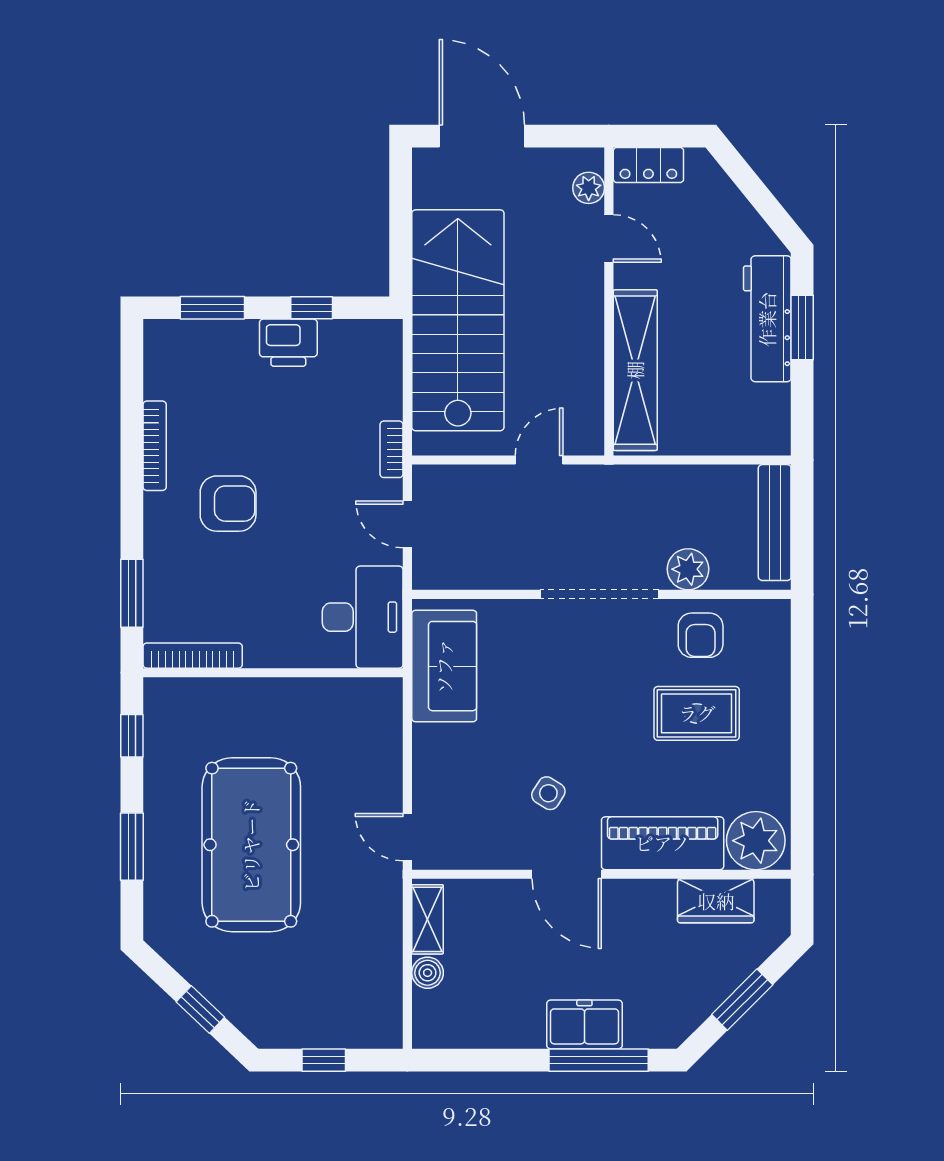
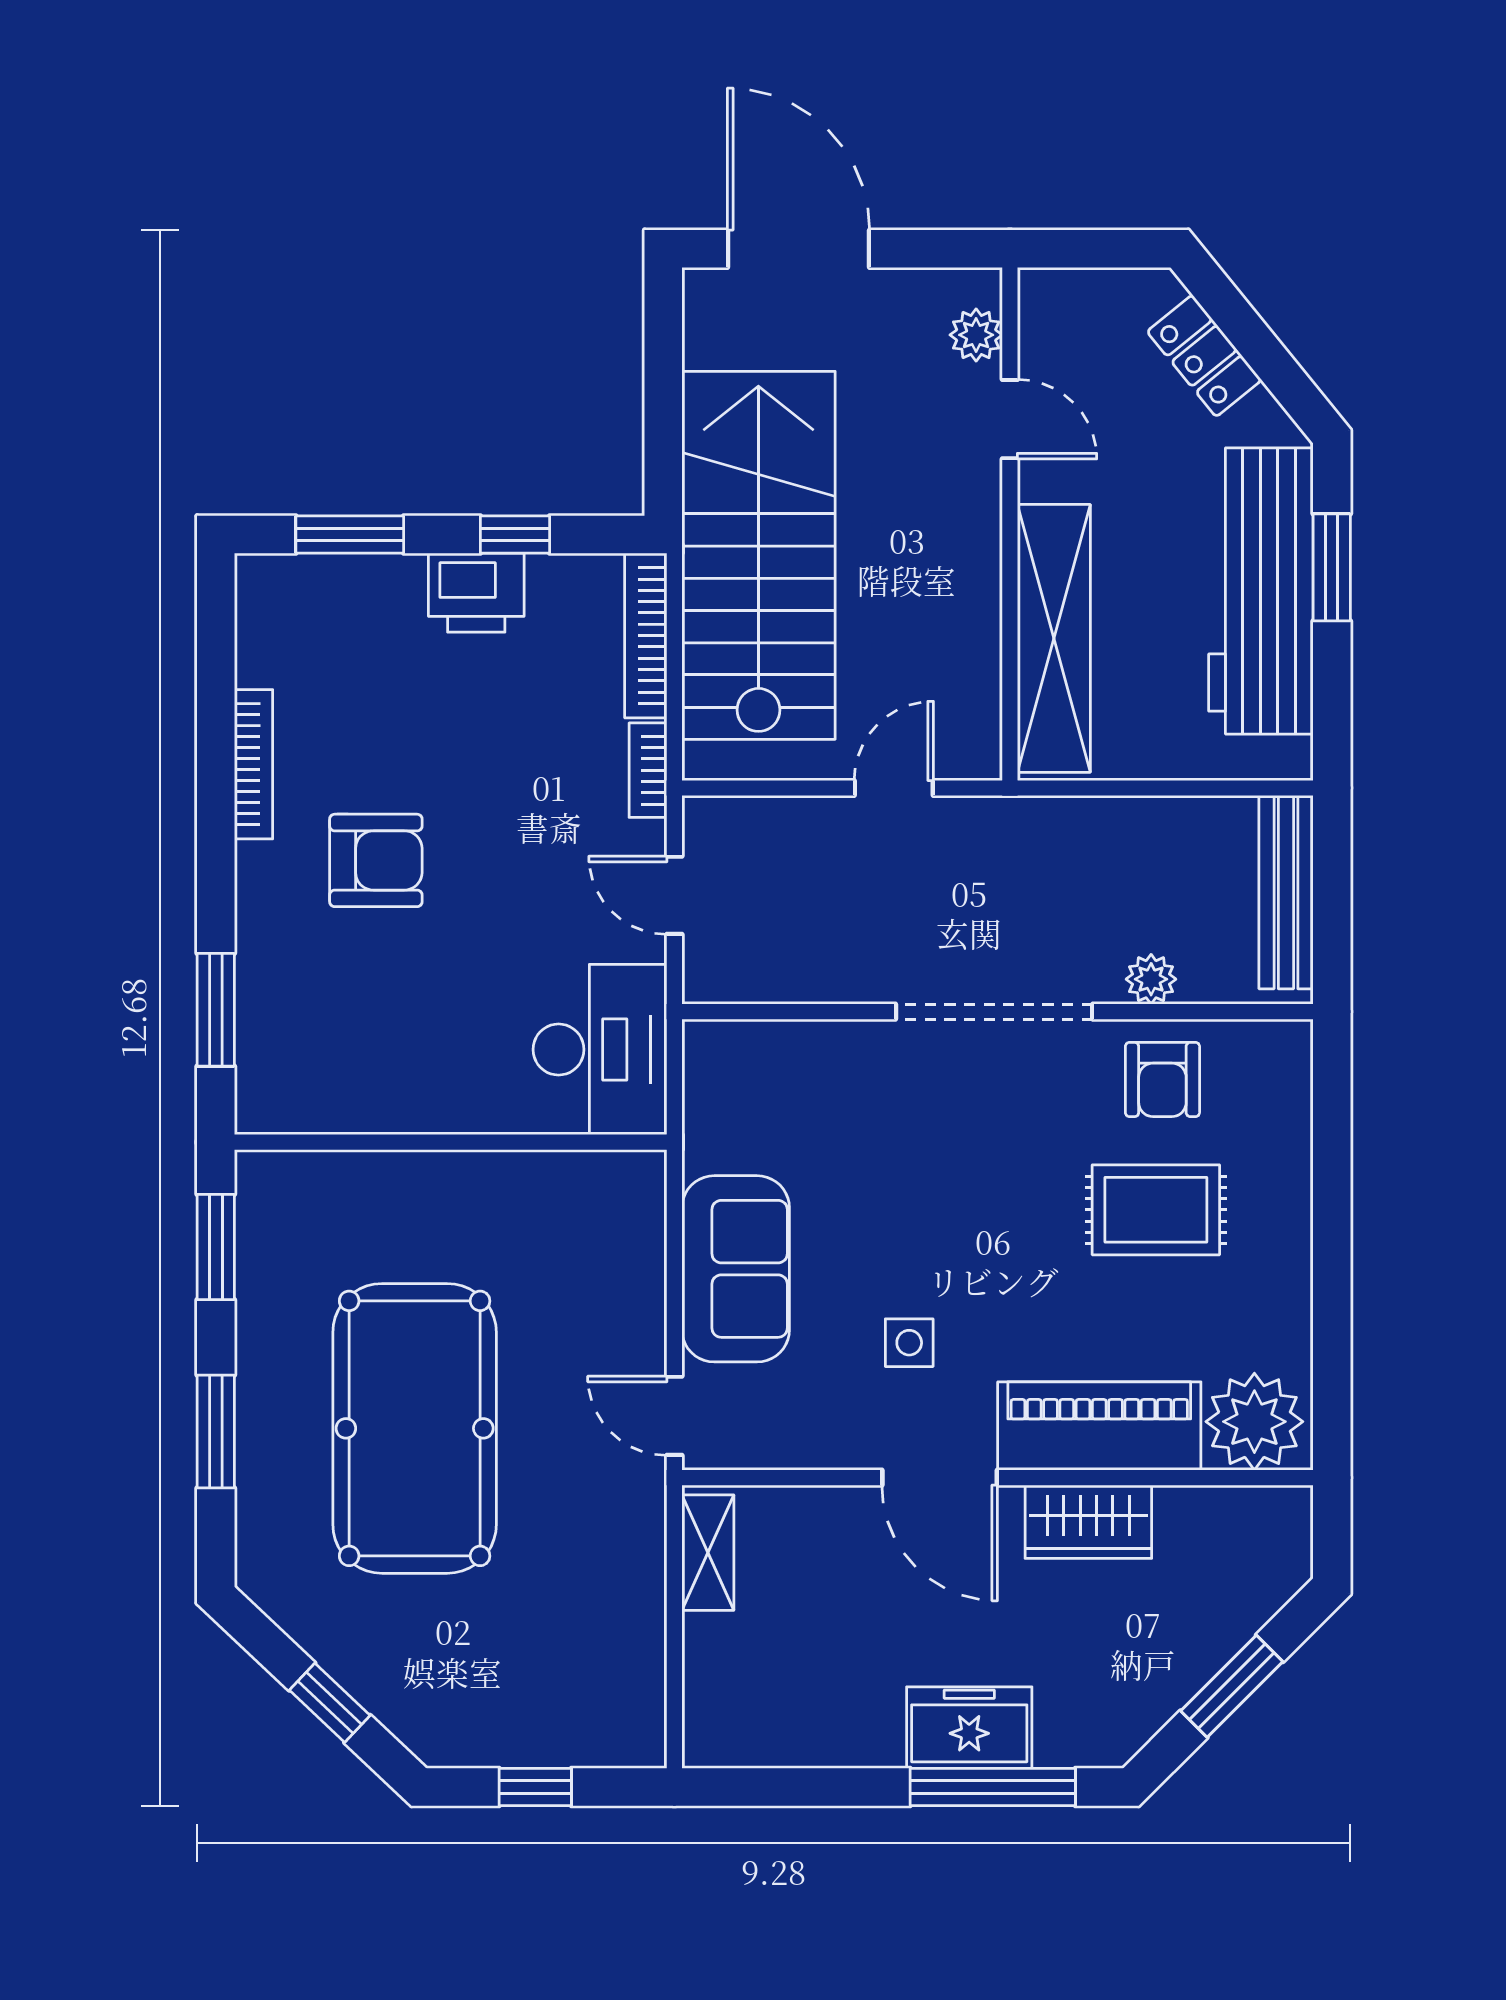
locker: (648, 165) -> (1204, 356), moved, turned 51
workbench: (767, 319) -> (1261, 591), width x1.36, depth x1.32
plant: (688, 569) -> (1151, 979), width x0.73, depth x0.73
bookcase: (193, 656) -> (646, 636), moved, turned -90
sofa: (444, 666) -> (736, 1269), moved
window: (132, 736) -> (216, 1247), width x1.50
side table: (548, 793) -> (909, 1343), turned -32
wardrobe: (716, 901) -> (1088, 1522), moved
boiler: (428, 973) -> (708, 1642), removed

